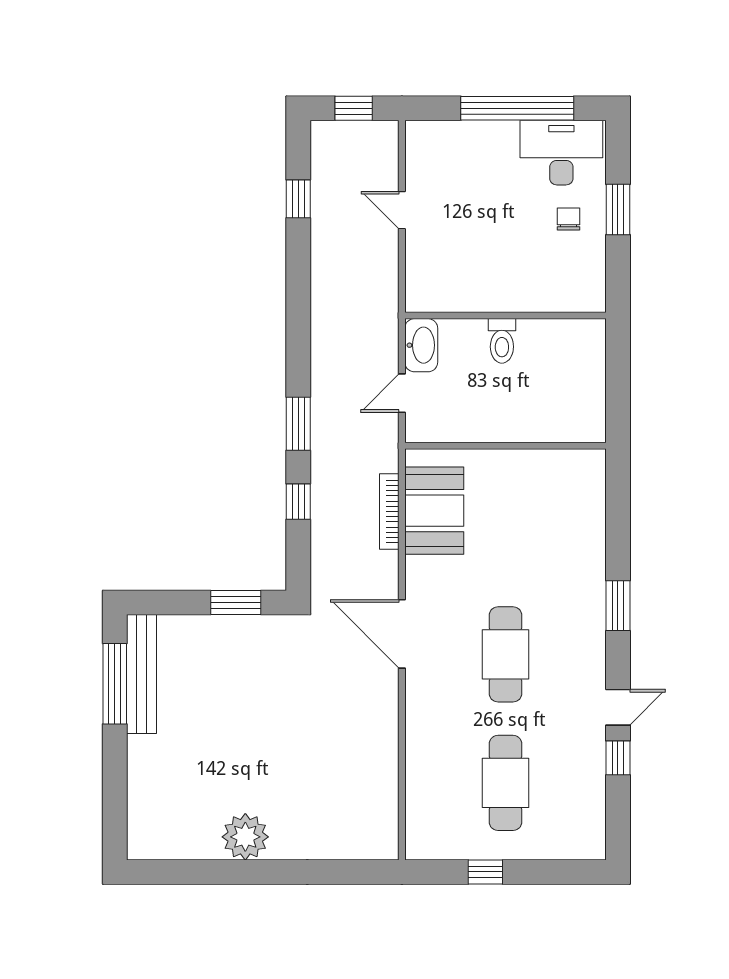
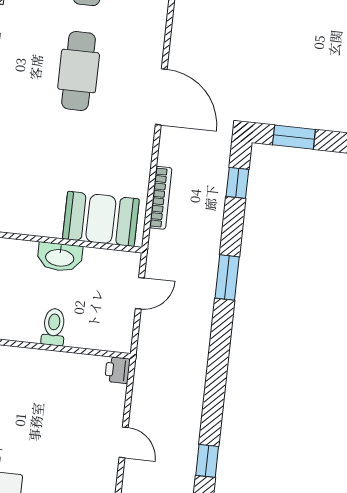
printer: (419, 297) -> (117, 370), added
washbasin: (421, 345) -> (60, 257), moved, turned -90
window: (298, 502) -> (237, 183), moved
booth: (434, 511) -> (101, 219), moved, turned 90

